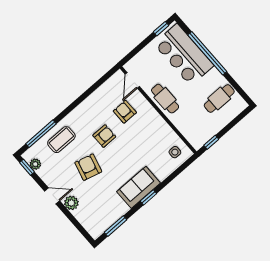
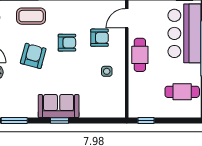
armchair: (125, 112) -> (100, 38), turned 90
side table: (175, 152) -> (107, 71), moved

